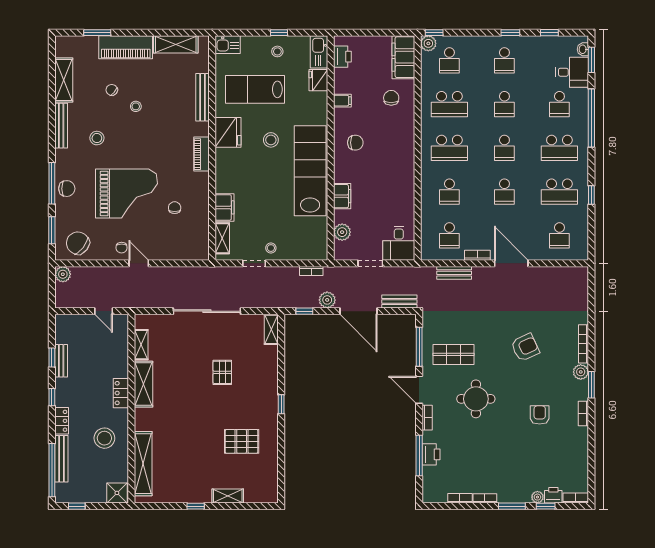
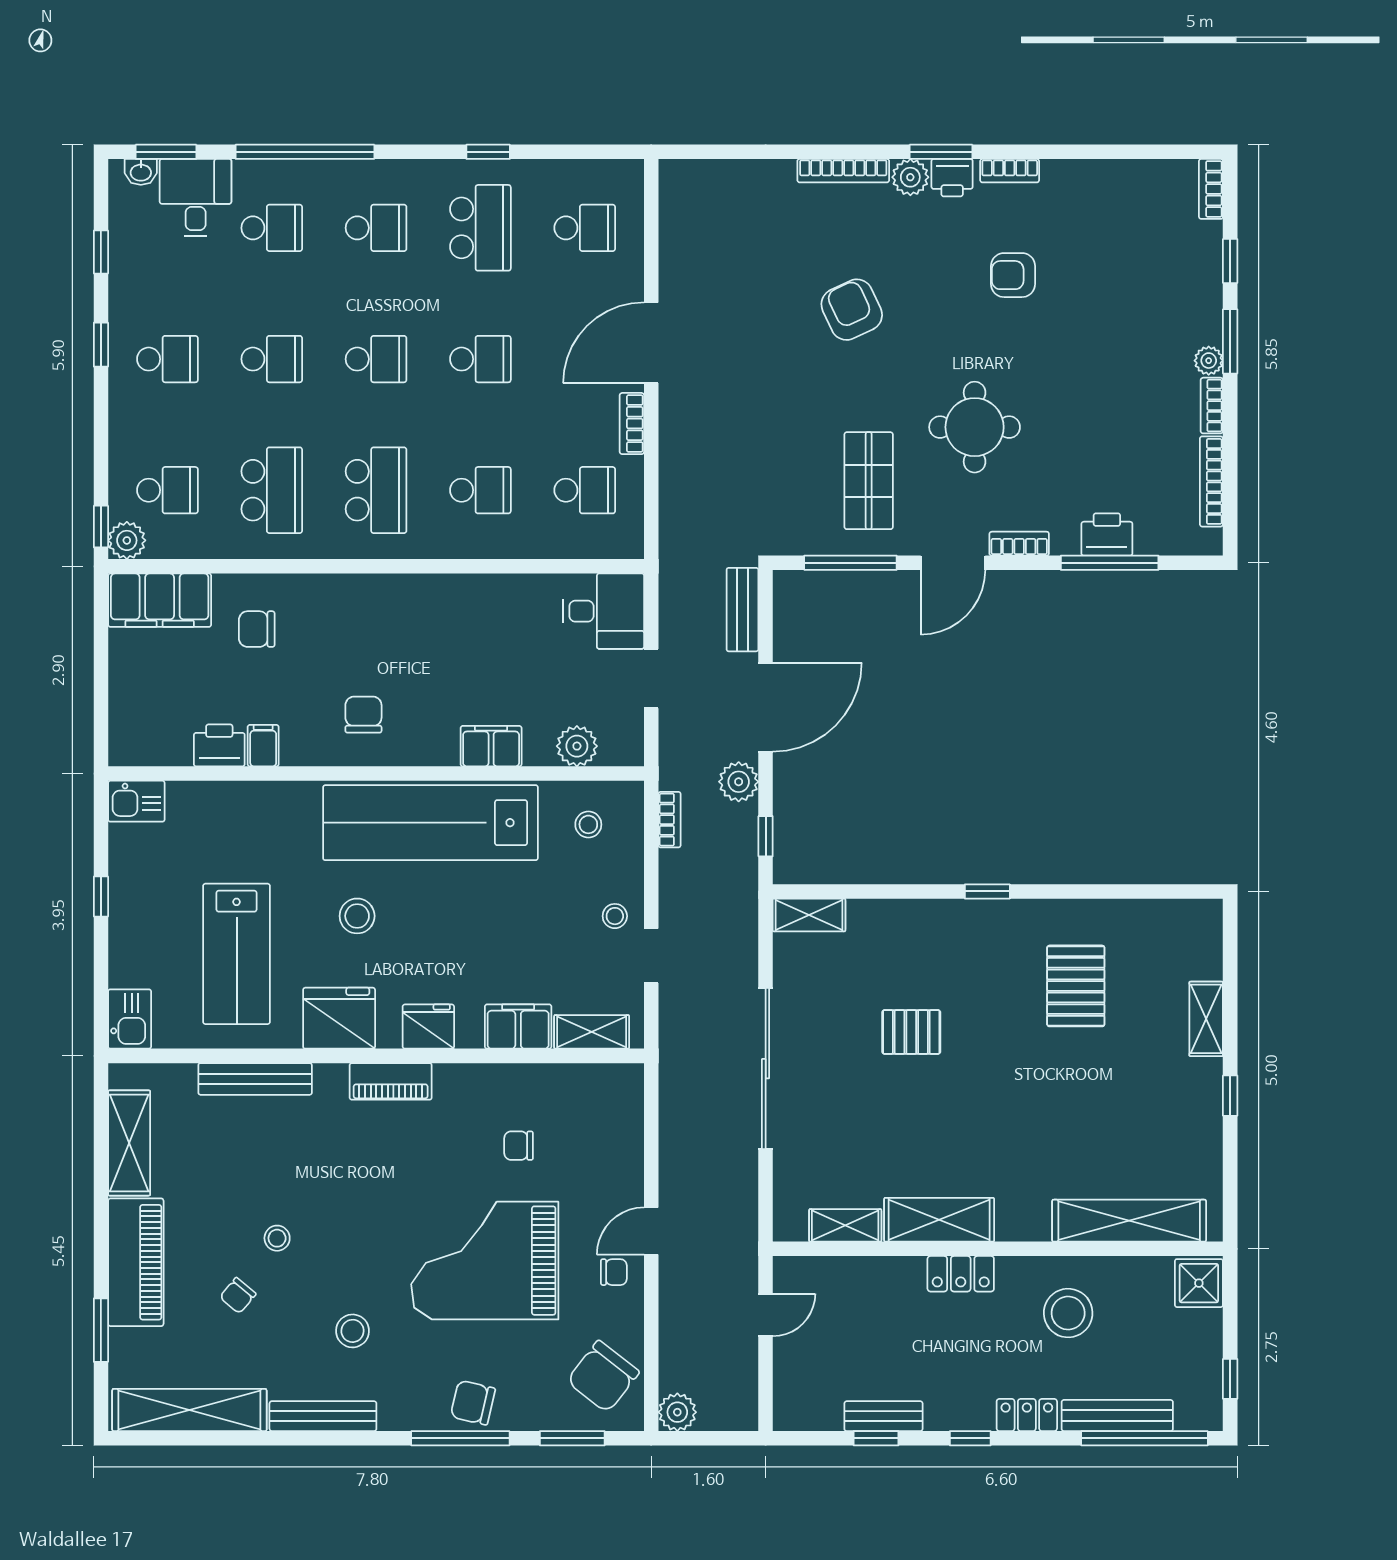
stool: (277, 51) -> (588, 824), moved
kitchen sink: (319, 52) -> (136, 801), width x0.73
printer: (342, 57) -> (219, 745), moved
shelving: (64, 80) -> (189, 1410), width x1.47
fridge: (318, 80) -> (428, 1027), moved, turned 180
school desk: (559, 148) -> (376, 228), width x0.54
chair: (67, 189) -> (473, 1403), turned -77
grand piano: (126, 194) -> (485, 1261), turned -90
bench: (454, 273) -> (674, 479), removed
printer: (553, 495) -> (952, 178), moved, turned -90
plant: (537, 497) -> (1209, 361), moved
bookcase: (460, 498) -> (1211, 481), width x1.56

